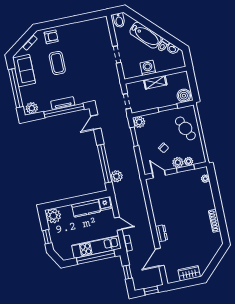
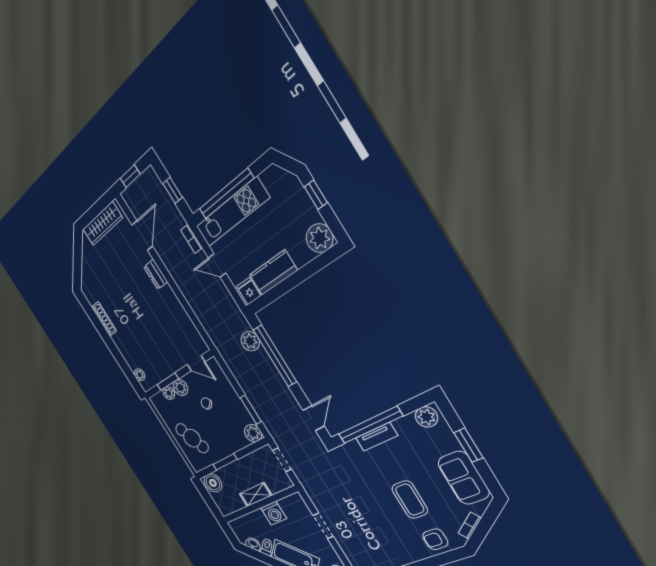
window: (16, 88) -> (468, 445), width x0.47
wardrobe: (189, 273) -> (103, 224), width x1.50

